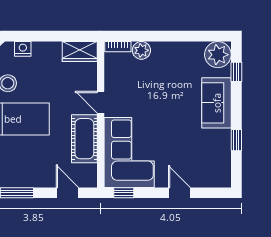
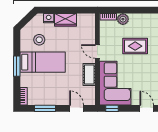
wardrobe: (80, 51) -> (65, 20), moved
rug: (161, 93) -> (135, 46), added
cot: (84, 139) -> (89, 74), width x0.73, depth x0.75

